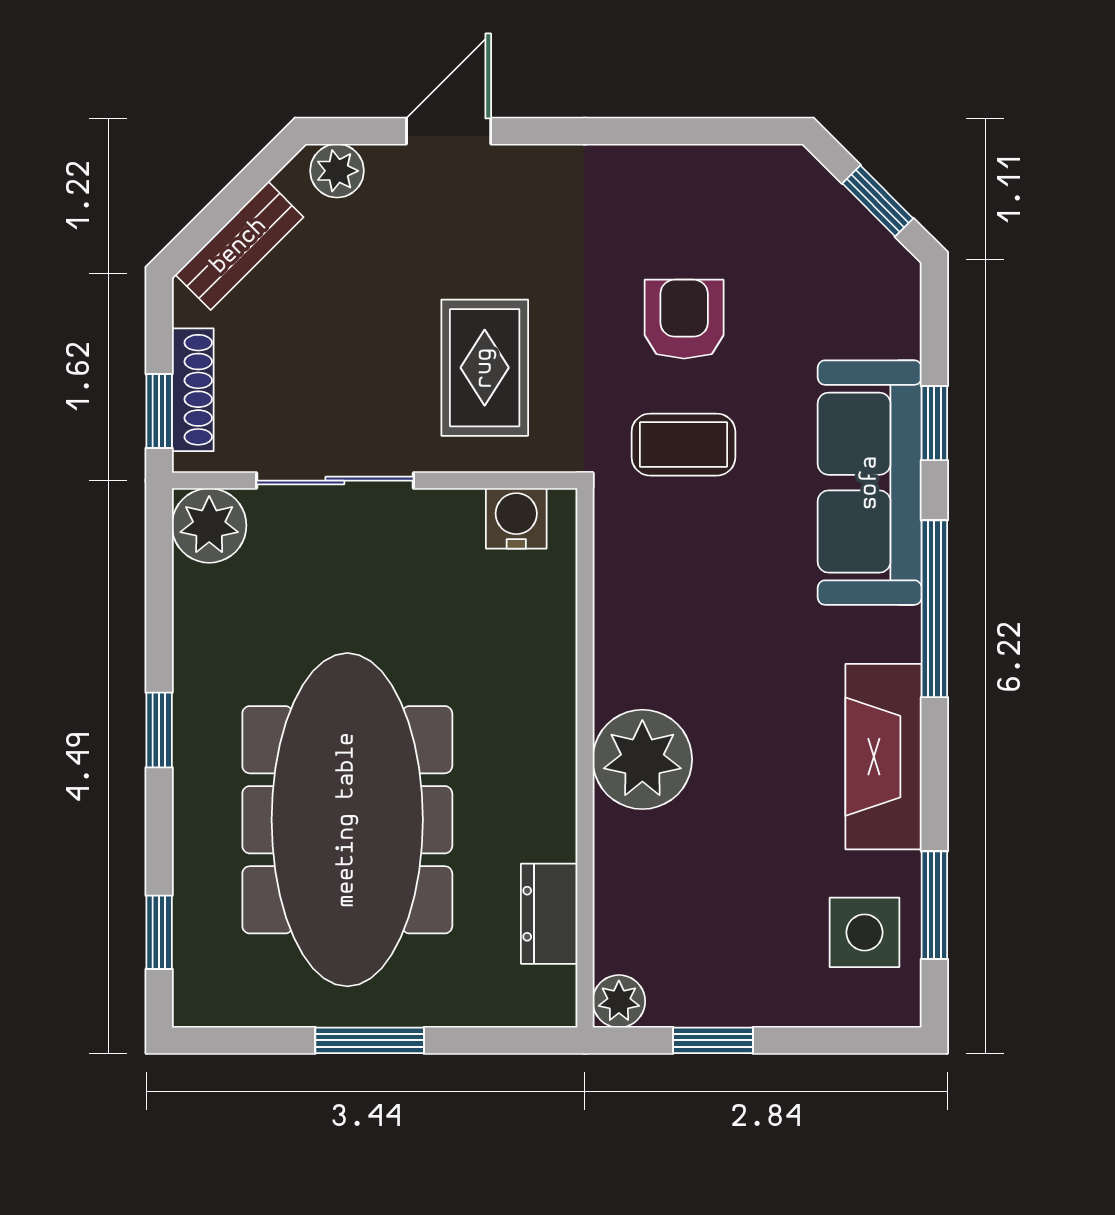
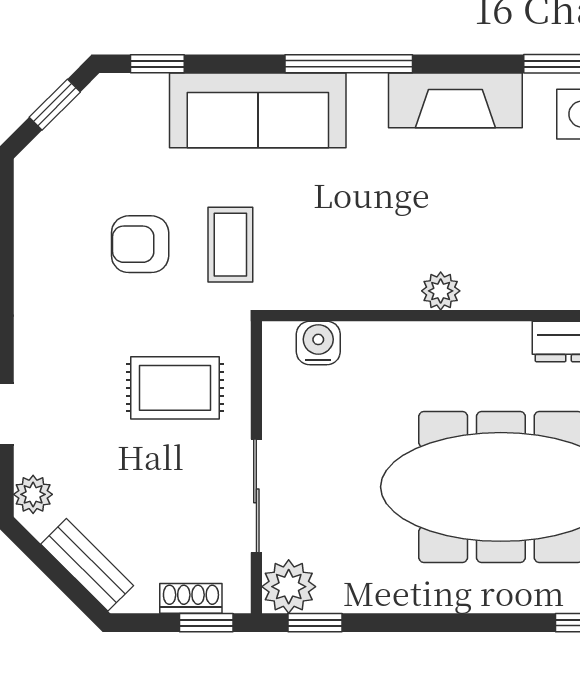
shoe rack: (193, 390) -> (191, 598), width x0.70
window: (934, 423) -> (157, 64), moved
water cooler: (516, 518) -> (318, 343), moved, turned 90
window: (159, 730) -> (315, 623), moved
plant: (642, 759) -> (441, 291), width x0.53, depth x0.53

